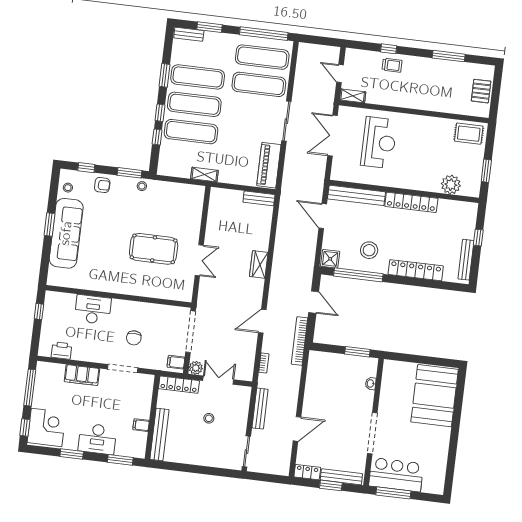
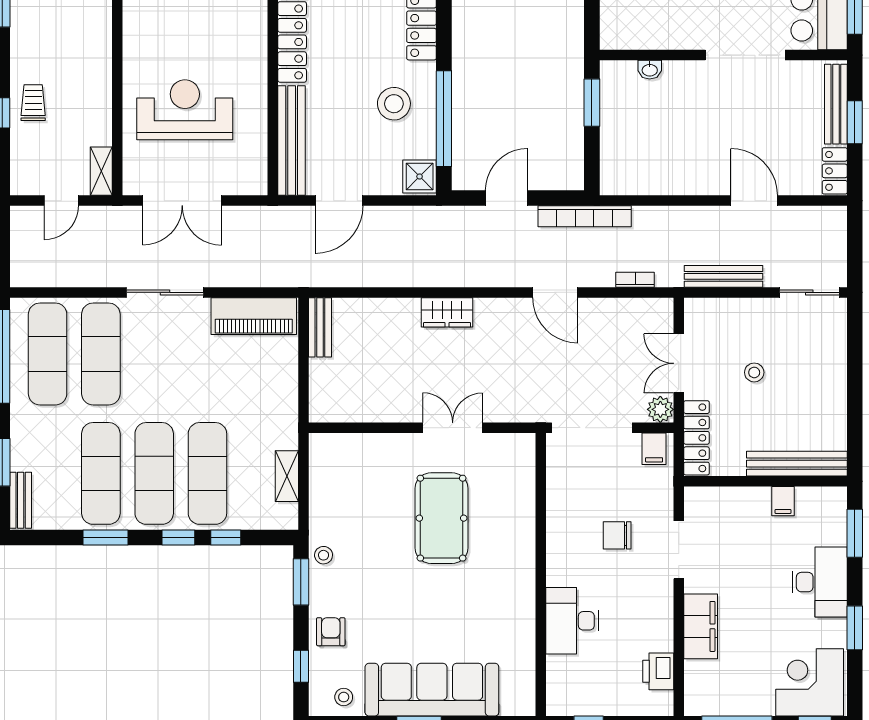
shelving: (204, 175) -> (287, 476), moved
chair: (134, 338) -> (617, 535), turned 180

